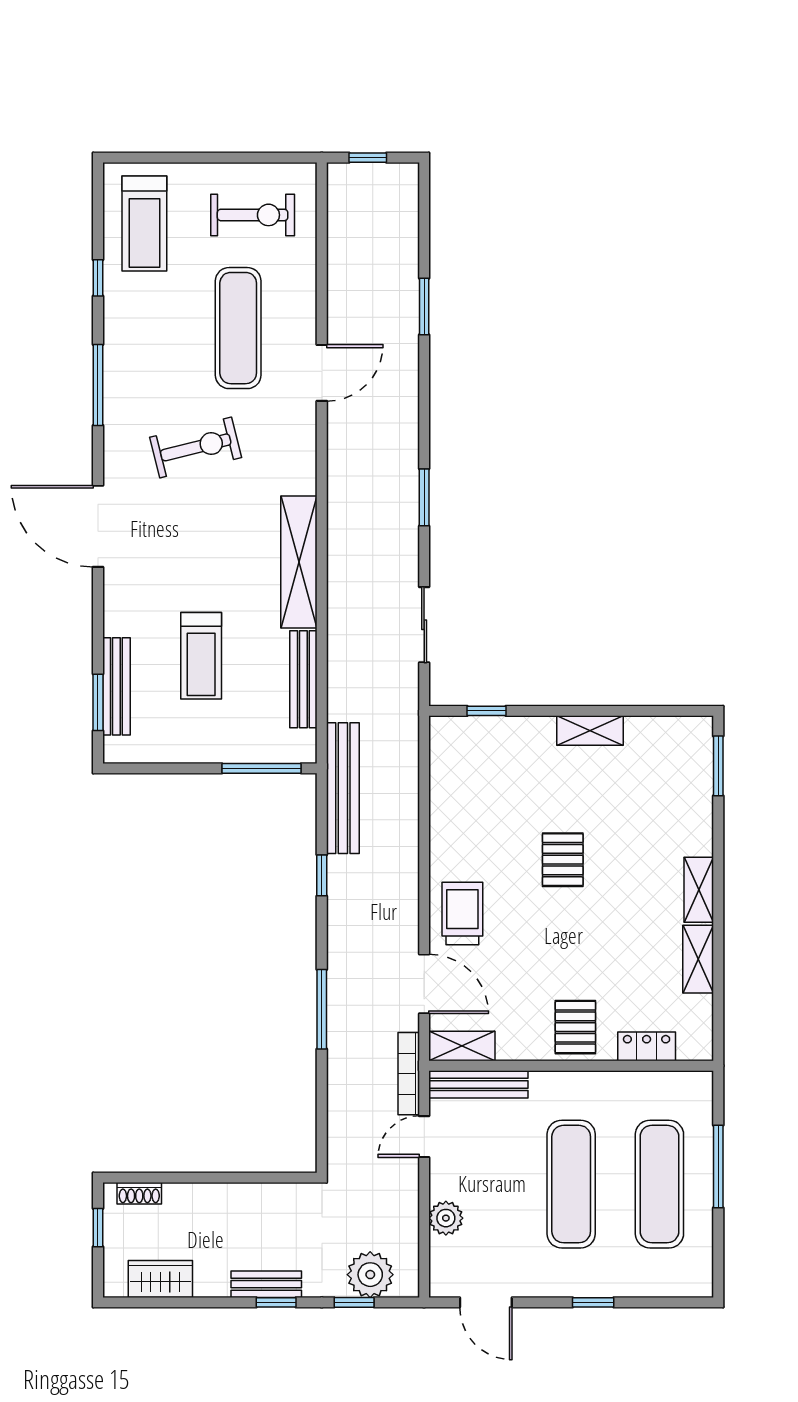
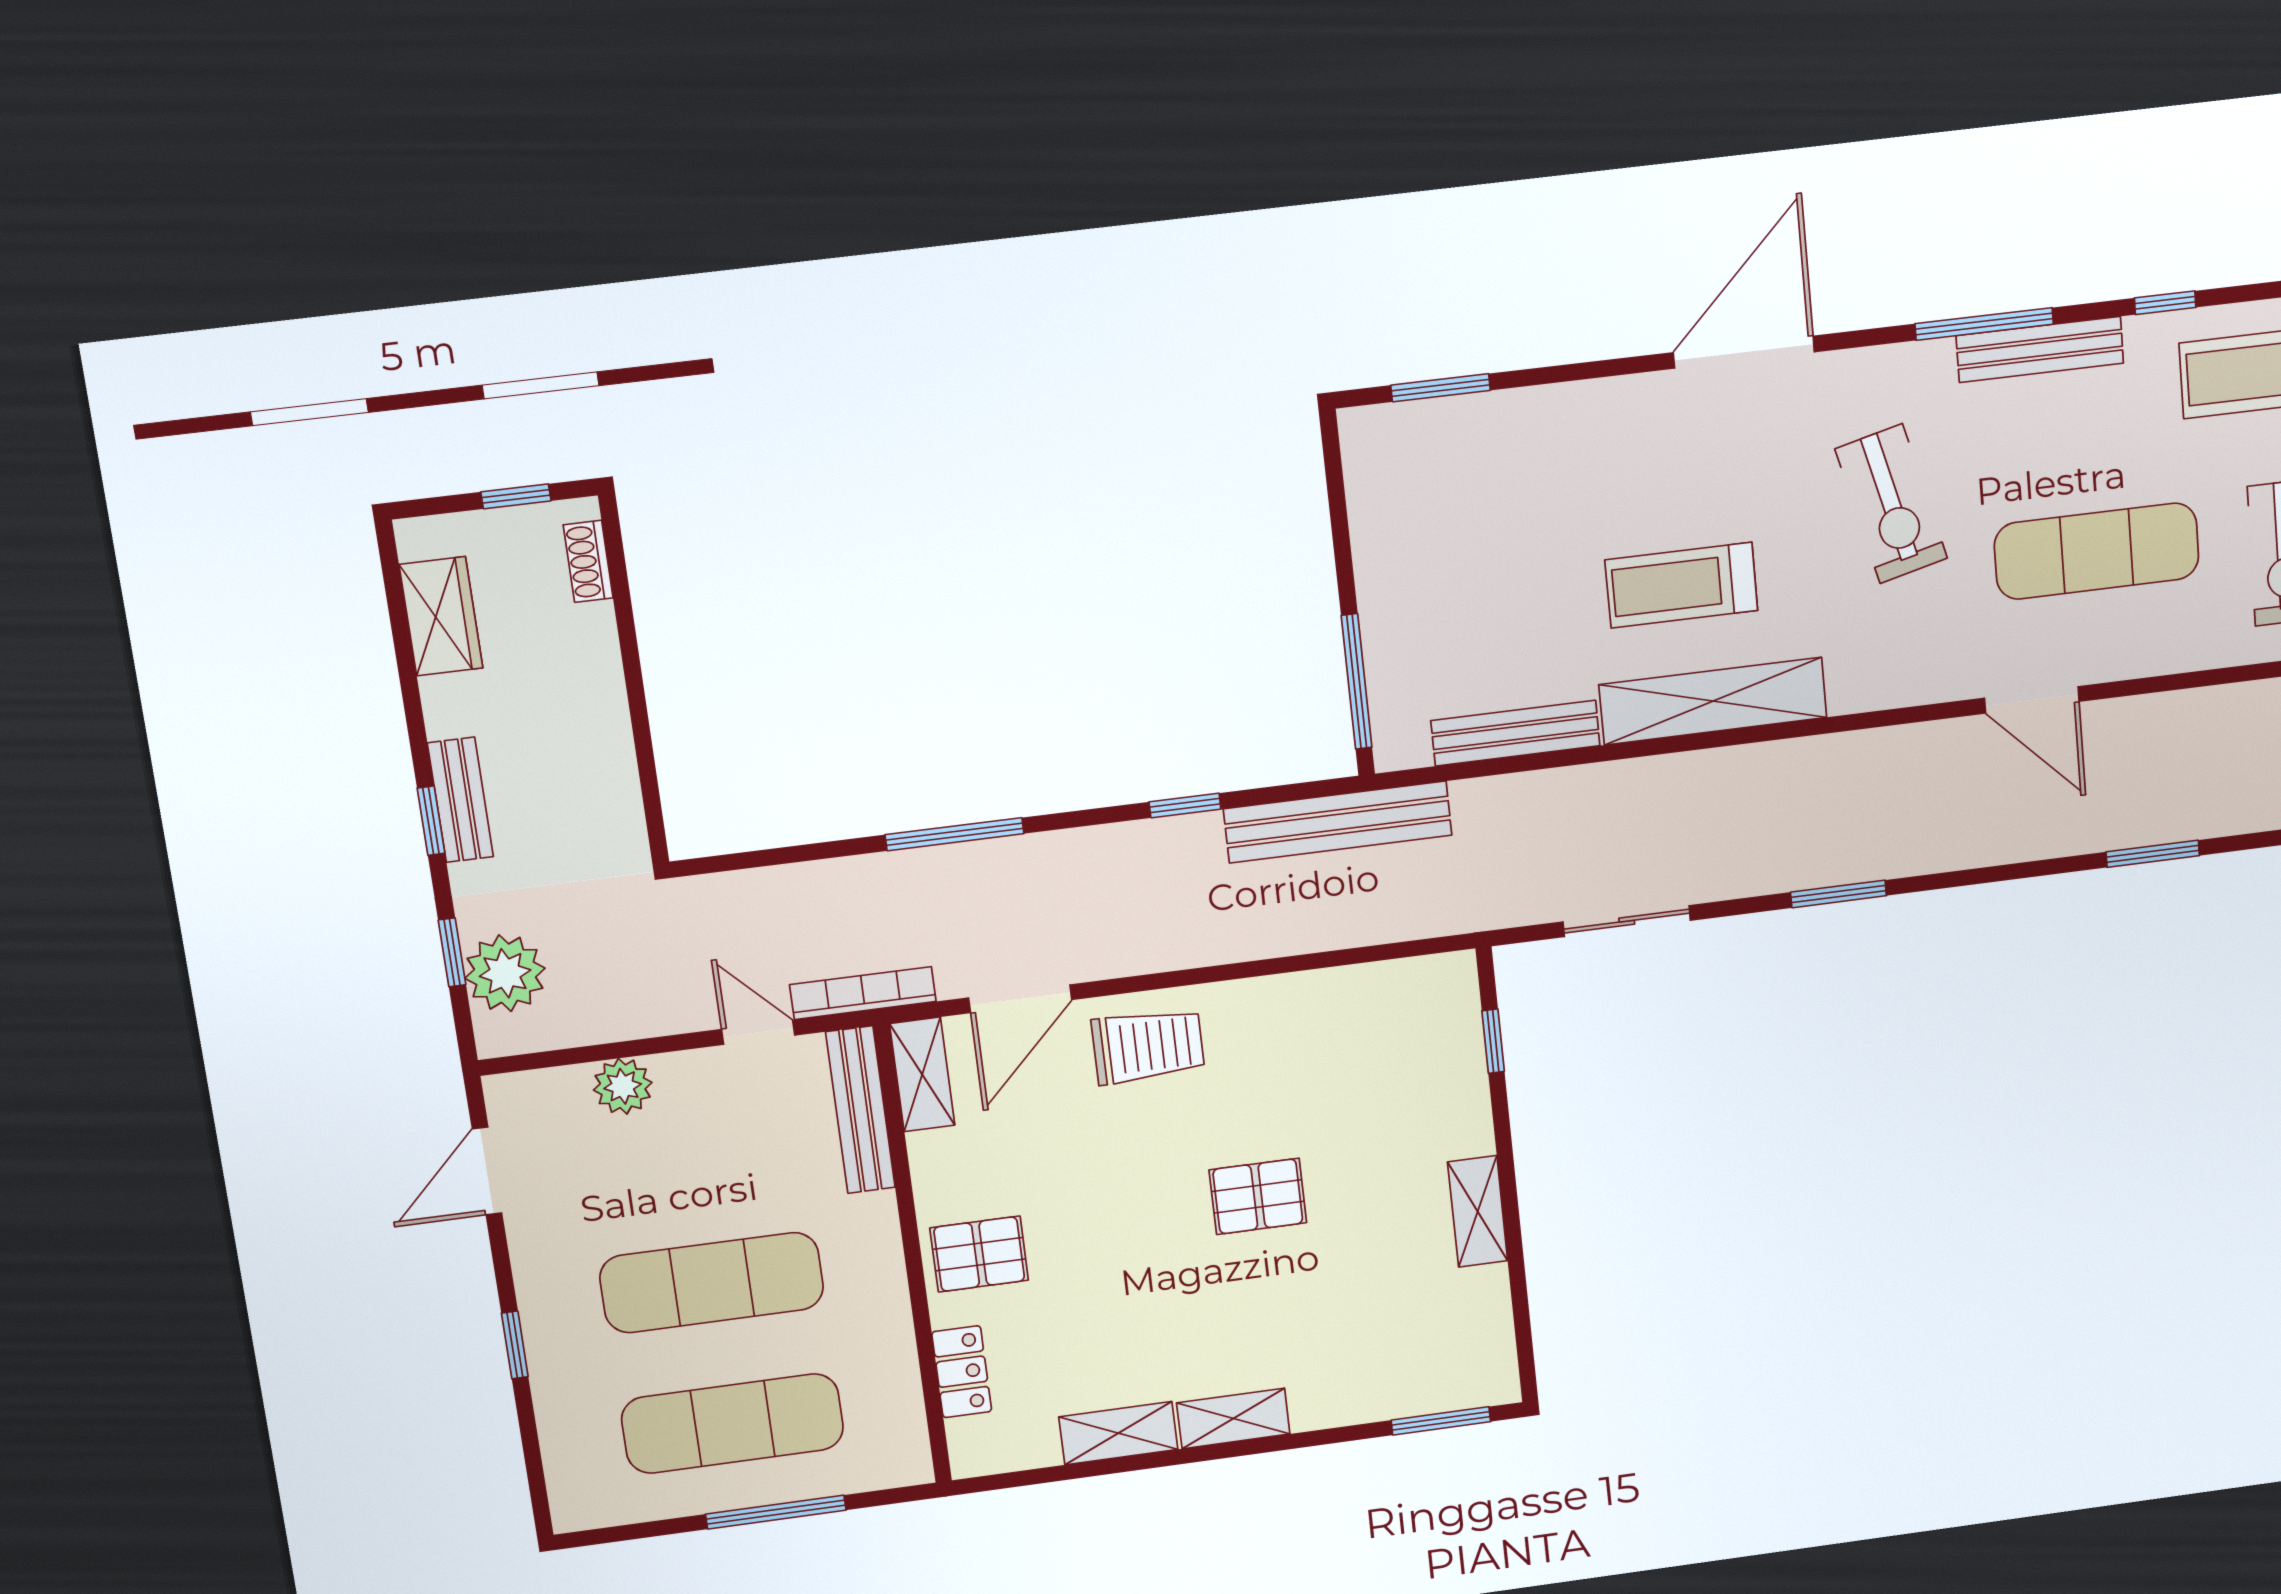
treadmill: (201, 656) -> (1681, 585), moved
bench: (116, 686) -> (2040, 349), moved

